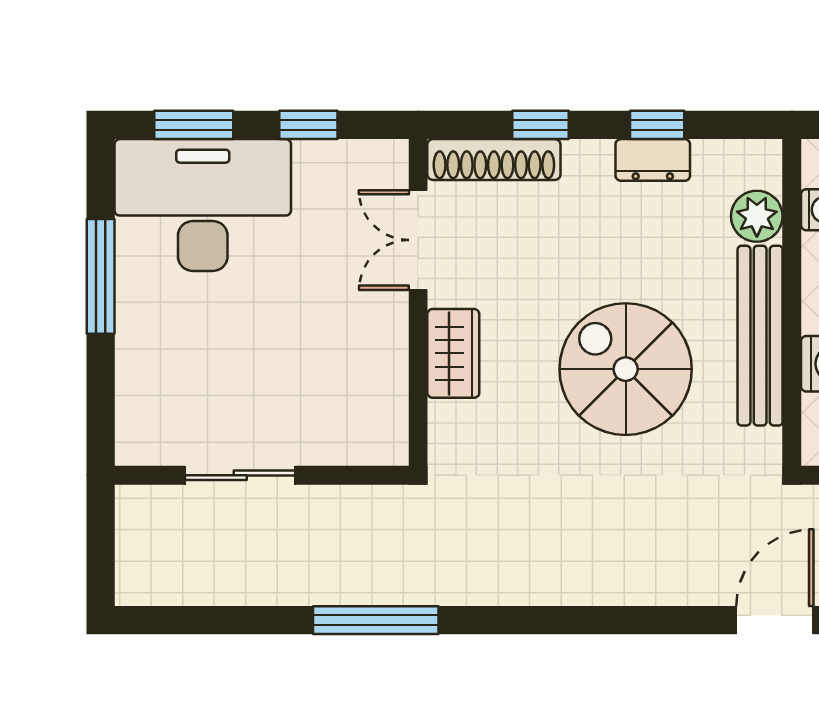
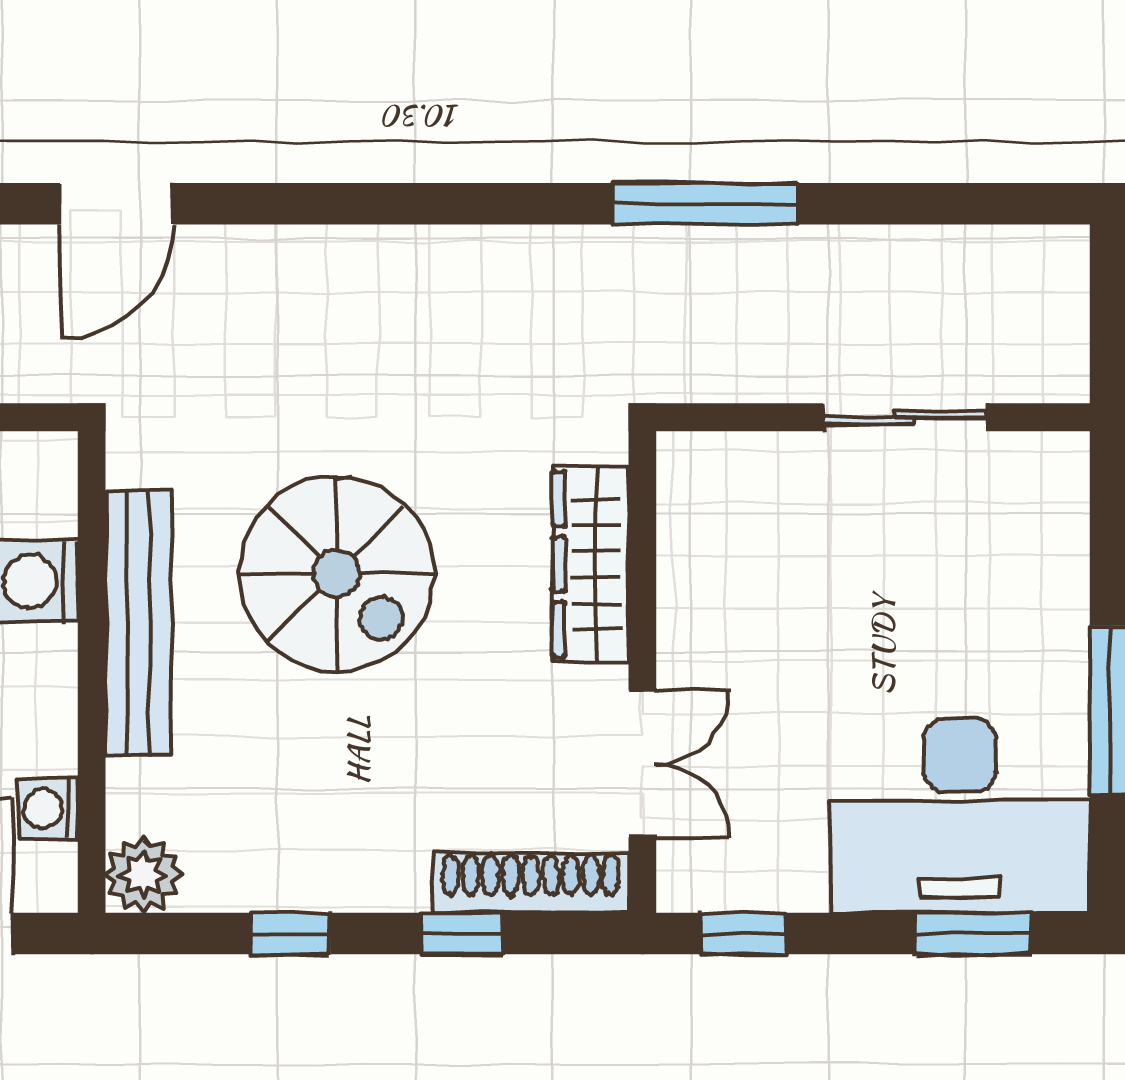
window: (308, 125) -> (743, 934), moved
dresser: (653, 160) -> (297, 882), removed
plant: (757, 216) -> (143, 875), moved
wardrobe: (453, 353) -> (591, 564), width x1.50

